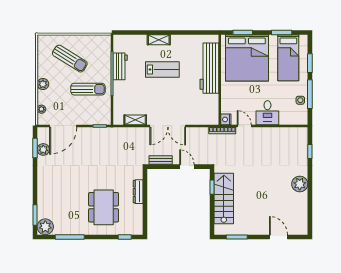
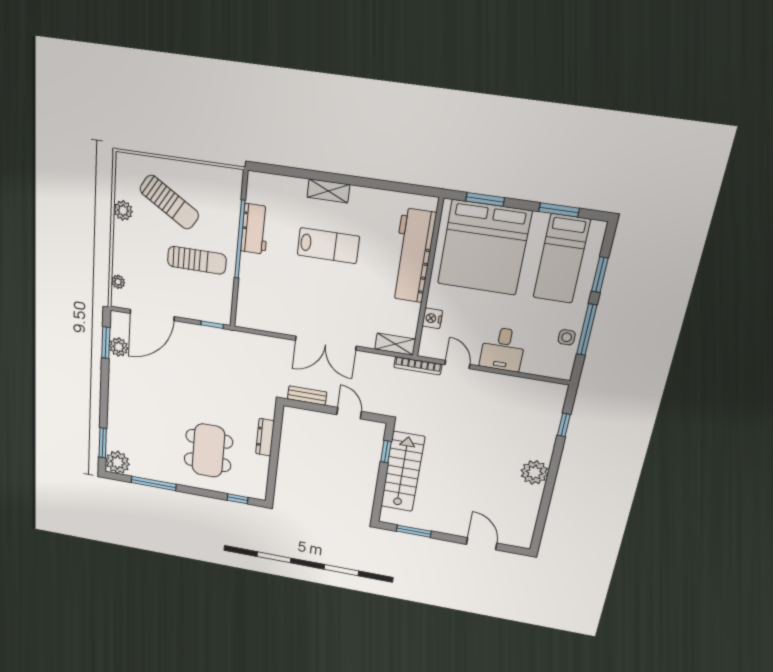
plant: (43, 84) -> (123, 210), moved
nightstand: (226, 119) -> (432, 318), moved
shelving: (135, 120) -> (395, 344), moved

